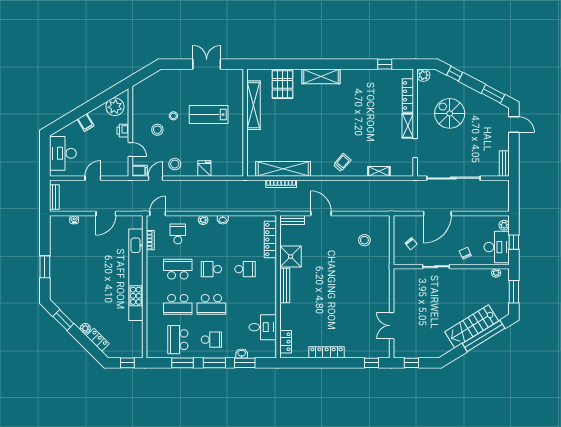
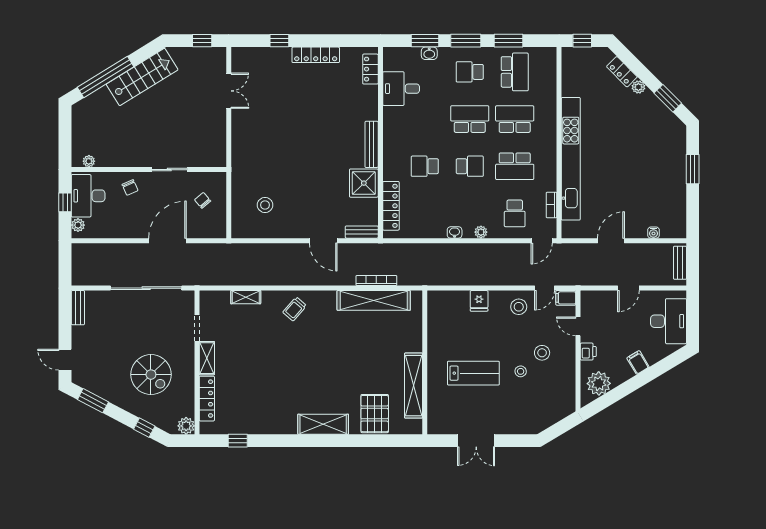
window: (514, 292) -> (65, 136), removed
stairs: (472, 326) -> (142, 77), moved
window: (372, 363) -> (279, 41), moved

